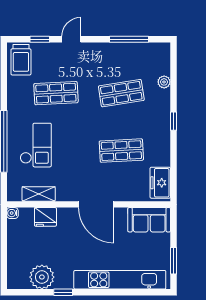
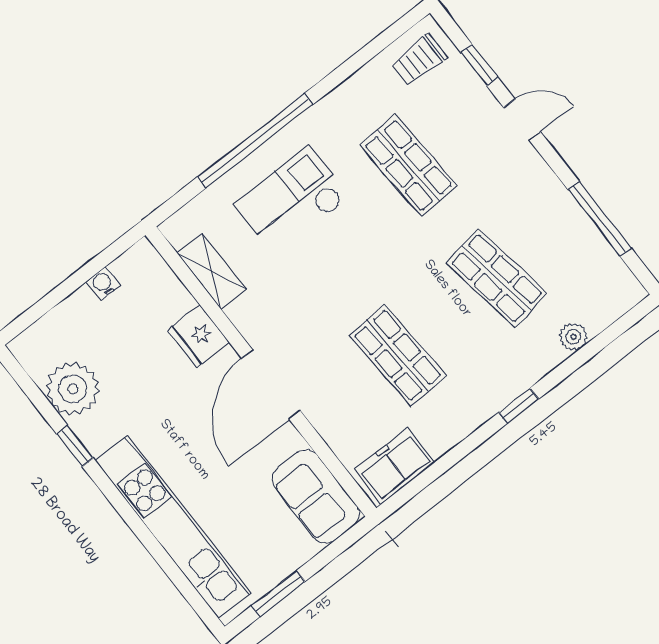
trolley: (21, 60) -> (419, 60), width x0.73, depth x0.72
checkout: (36, 145) -> (292, 200), turned 180
water cooler: (12, 213) -> (103, 284), moved
fridge: (45, 217) -> (199, 336), moved

